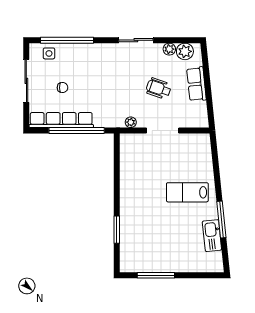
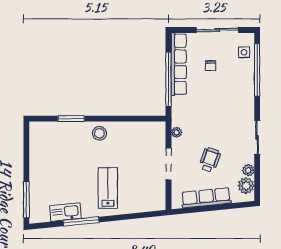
row of seats: (196, 84) -> (206, 198), width x1.48
stool: (132, 201) -> (99, 133), added
window: (156, 275) -> (26, 199), moved

